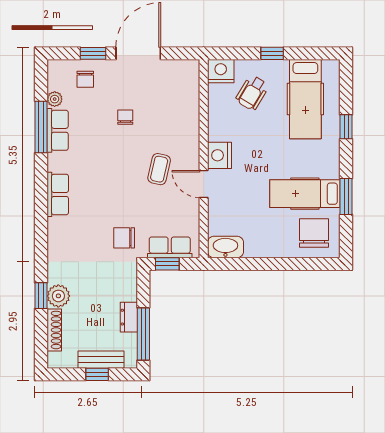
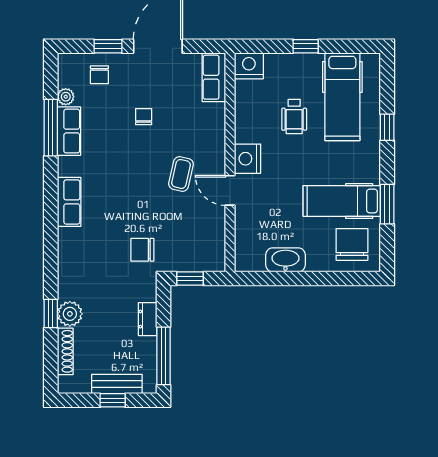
wheelchair: (252, 93) -> (294, 116), moved, turned -31
row of seats: (170, 247) -> (214, 77), moved, turned -90
washbasin: (225, 247) -> (285, 260), moved
dresser: (129, 317) -> (148, 319), moved

